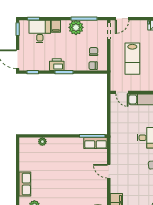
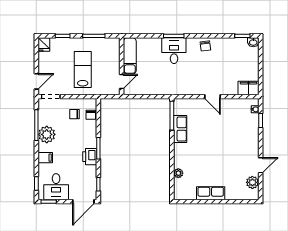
door: (122, 19) -> (36, 81), hinge flipped
desk: (40, 32) -> (56, 187), moved, turned -90
lab bench: (132, 59) -> (83, 69), turned -90
row of seats: (96, 143) -> (180, 129), moved
door: (109, 171) -> (213, 97), hinge flipped
row of seats: (25, 184) -> (211, 193), moved

